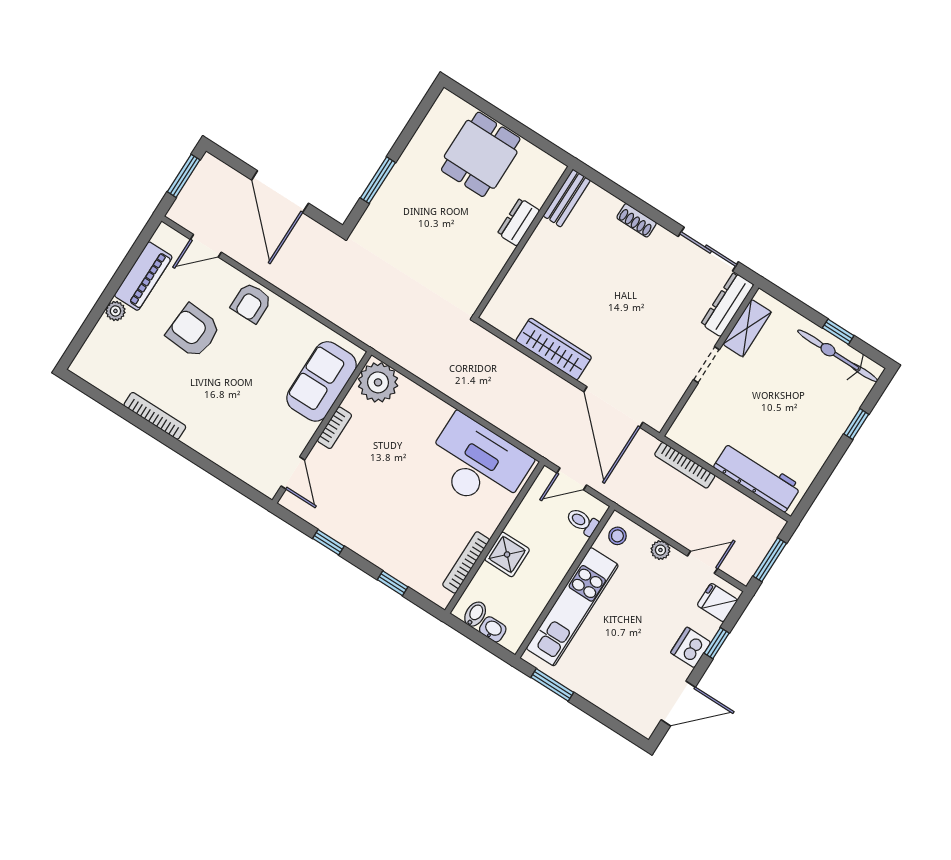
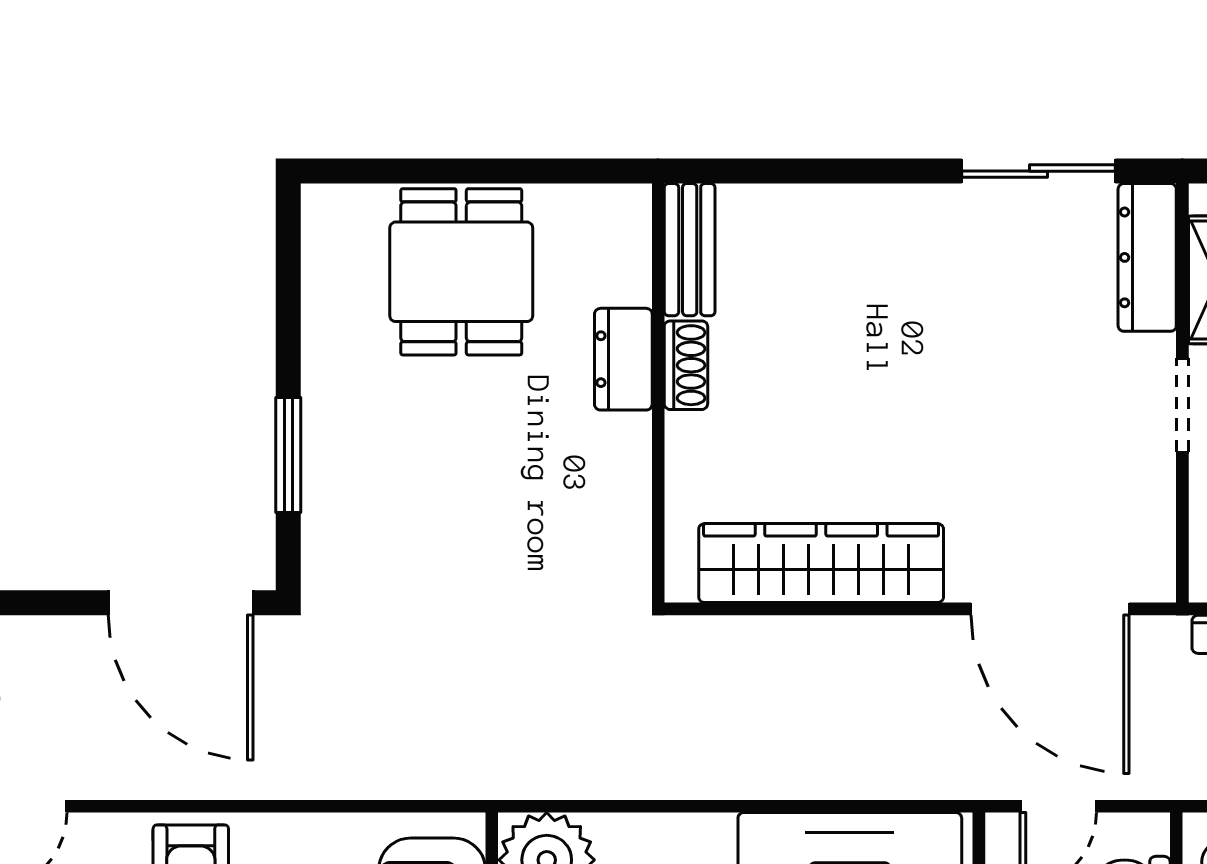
door: (280, 192) -> (181, 603), moved
shoe rack: (637, 220) -> (686, 365), moved, turned -90
wardrobe: (554, 349) -> (821, 563), width x1.40, depth x1.17

